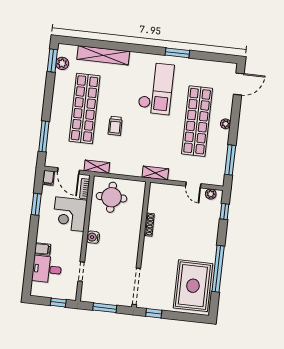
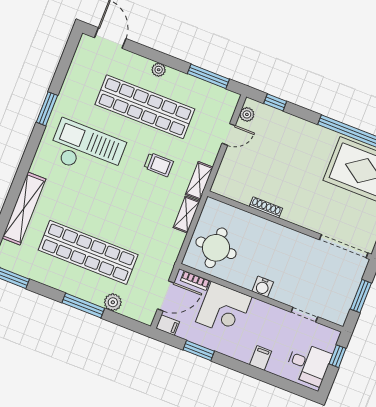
plant: (62, 63) -> (113, 302), moved
trolley: (115, 126) -> (159, 165), moved
window: (44, 136) -> (83, 306), moved
shelving: (97, 167) -> (186, 215), moved
desk: (47, 269) -> (308, 364), moved, turned -90

